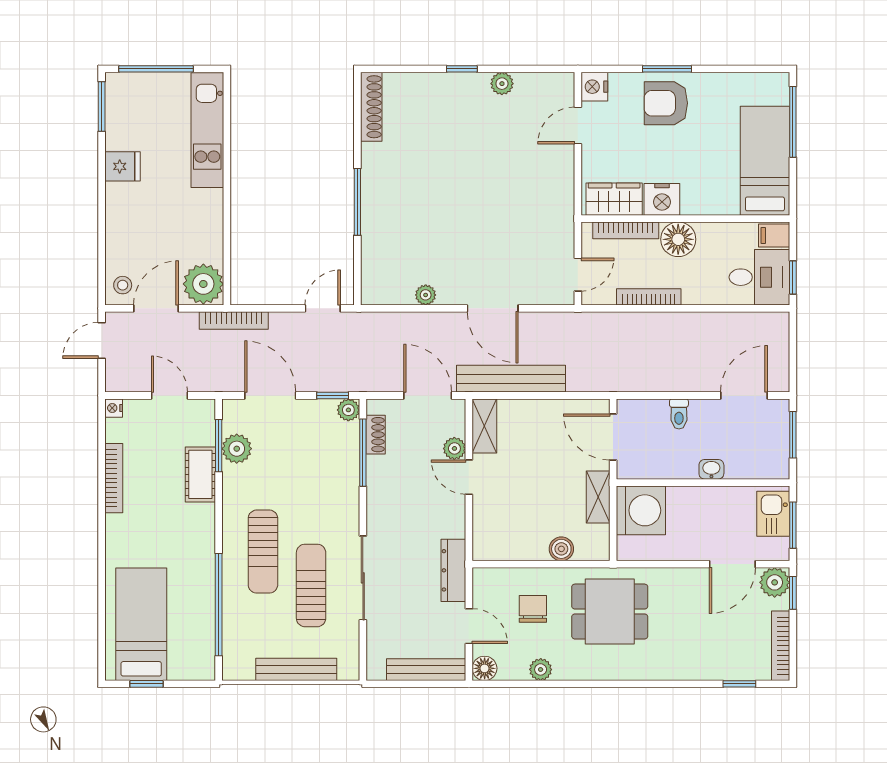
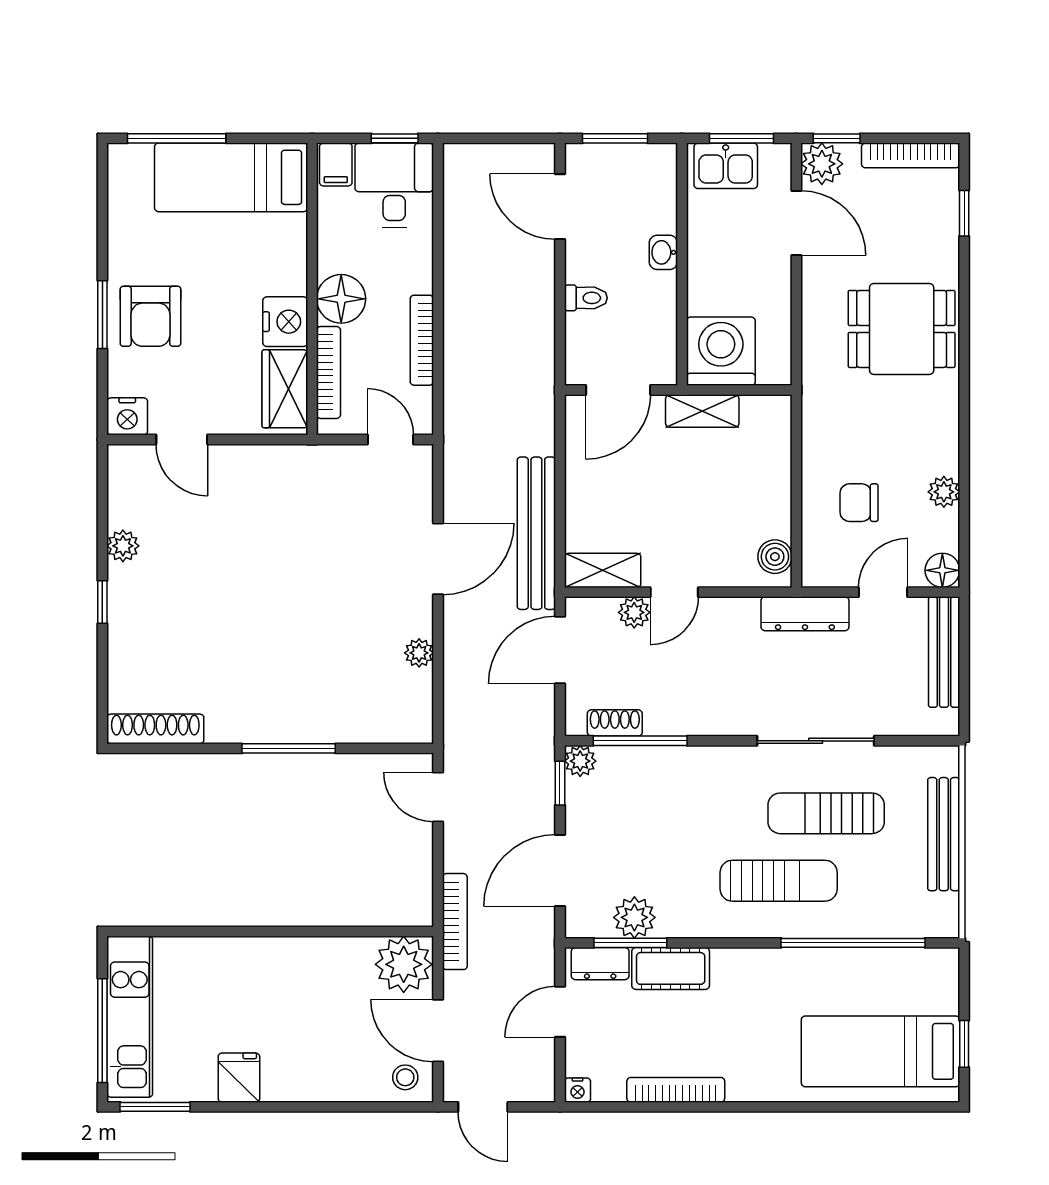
kitchen unit: (207, 130) -> (130, 1017), moved, turned -90
dresser: (204, 424) -> (600, 964), added
boiler: (561, 549) -> (775, 557), moved
dining table: (610, 612) -> (902, 329), moved, turned 90

